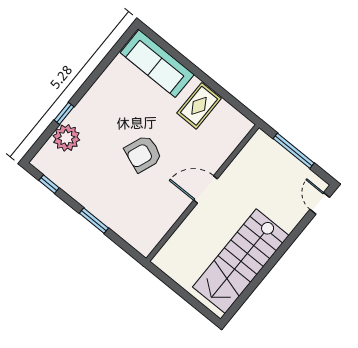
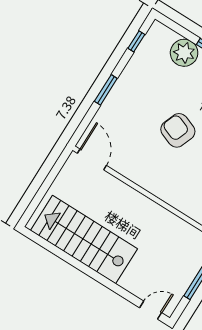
door: (205, 189) -> (92, 159), moved

